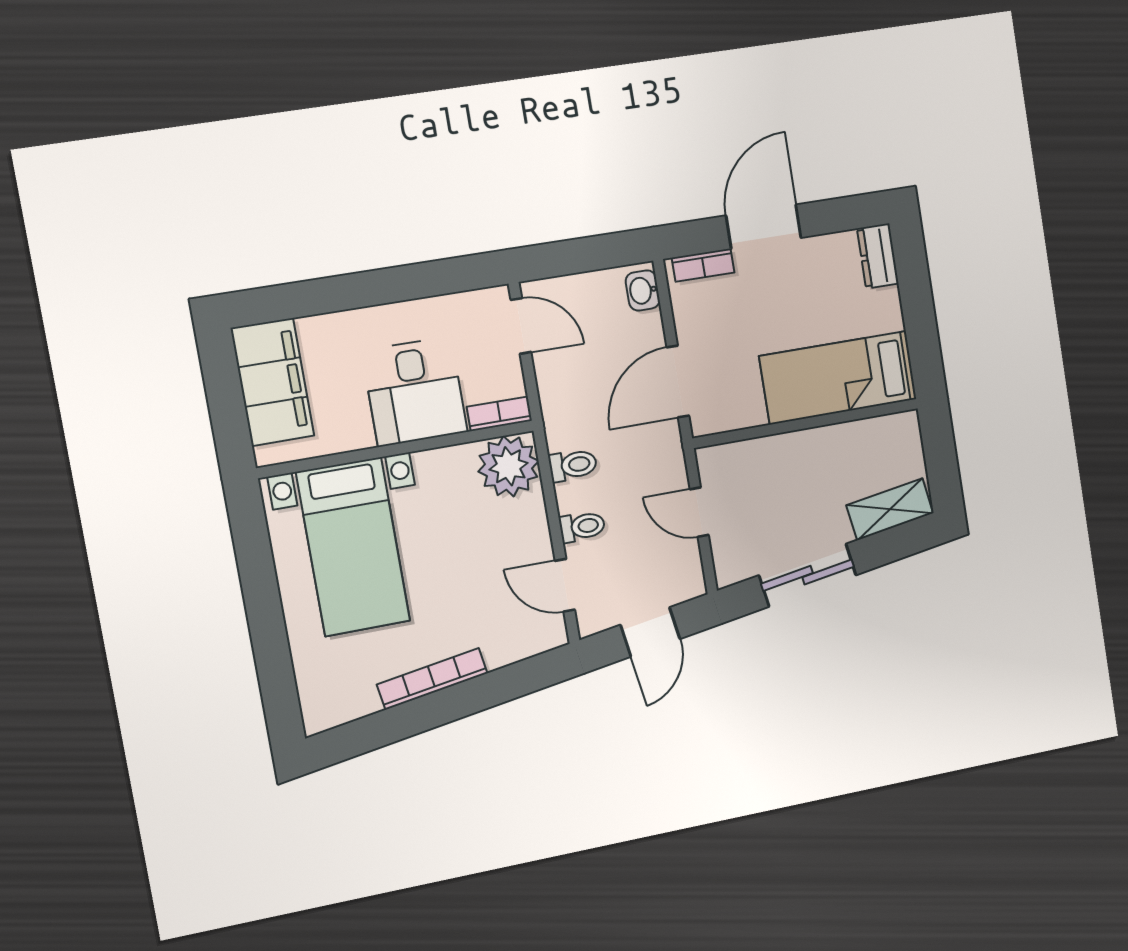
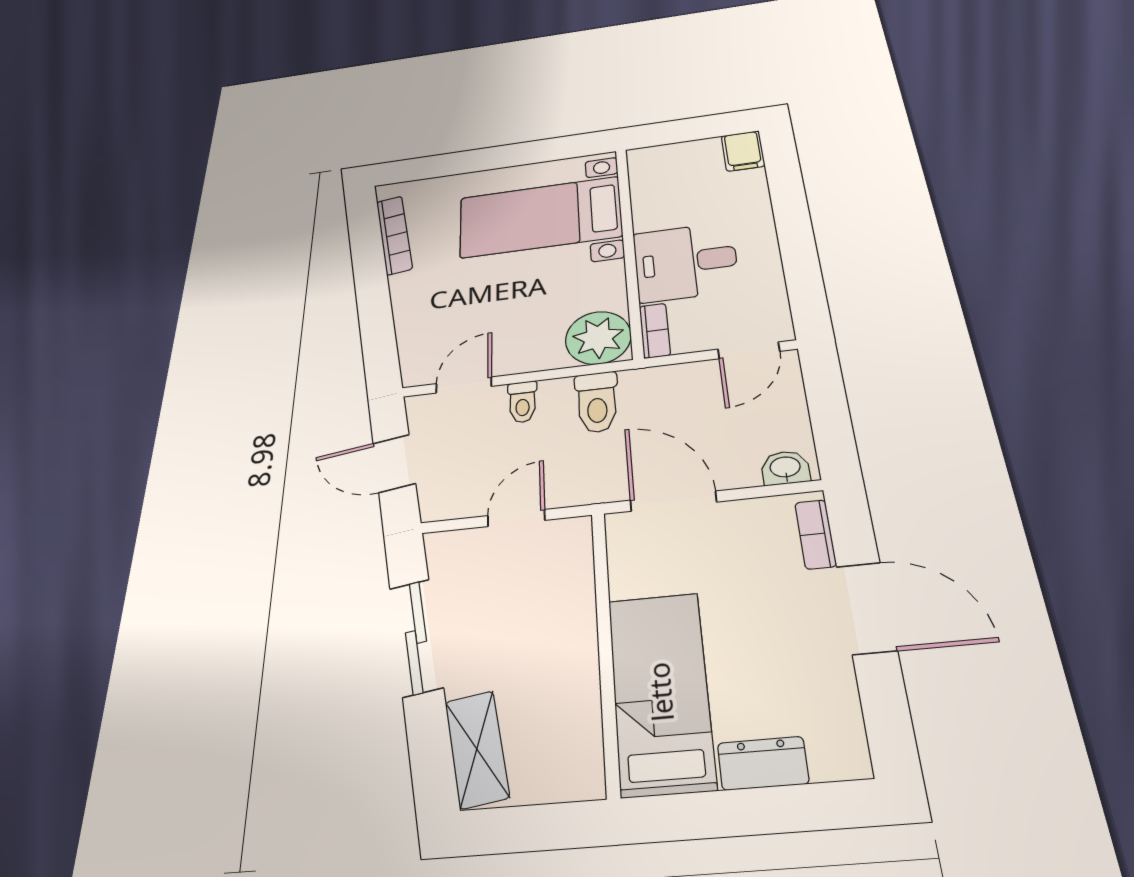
dresser: (878, 256) -> (763, 763), moved
filing cabinet: (272, 382) -> (743, 151), width x0.33, depth x0.86
toilet: (573, 465) -> (597, 402), width x1.37, depth x1.39
bookcase: (432, 679) -> (394, 235), moved

